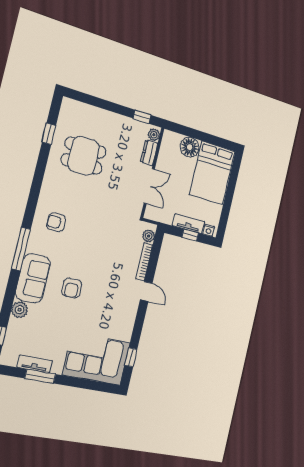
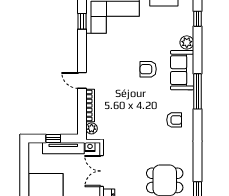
tv unit: (189, 224) -> (63, 148), width x1.41
nightstand: (209, 230) -> (90, 147), moved
armchair: (72, 288) -> (148, 69), turned -90

